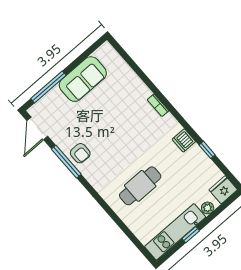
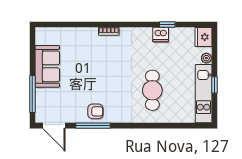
dishwasher: (184, 140) -> (161, 35), moved

